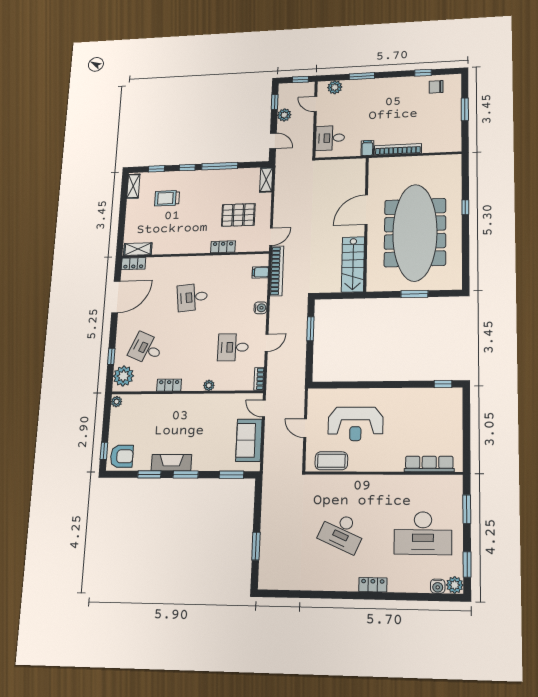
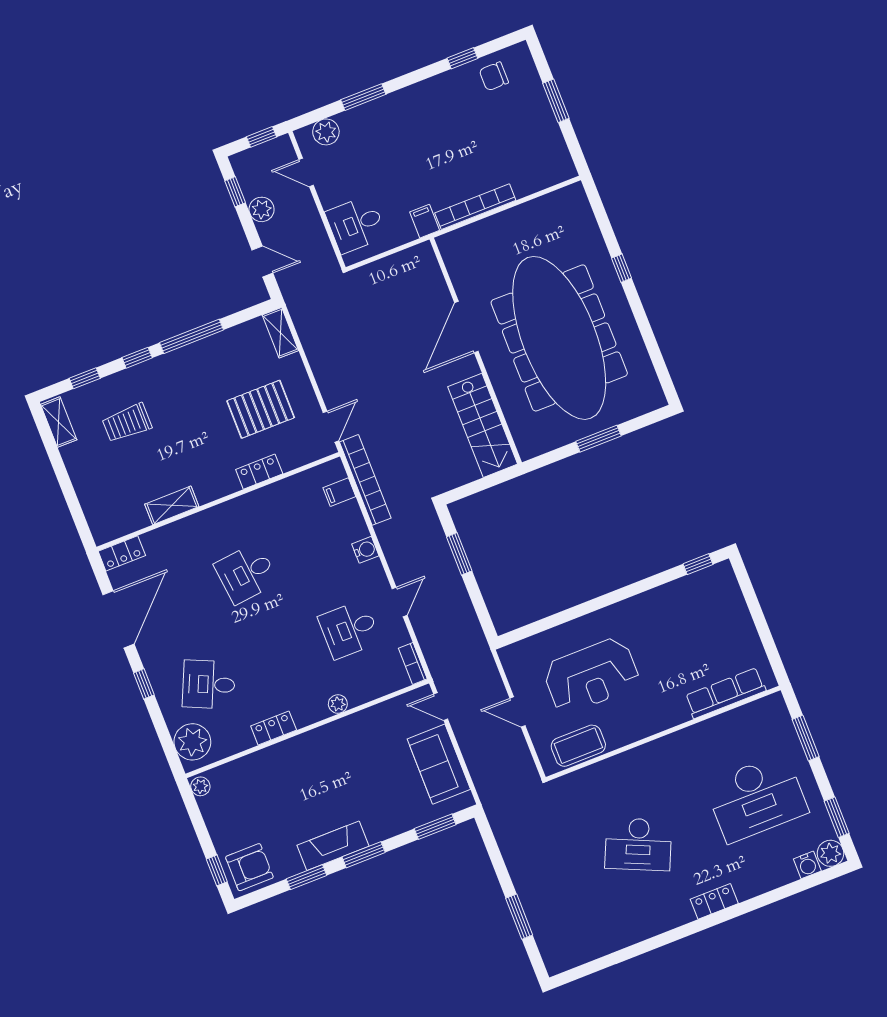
shelving: (138, 249) -> (172, 505), moved
window: (111, 356) -> (144, 684), moved

